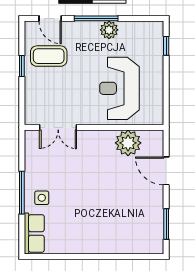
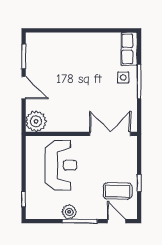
double door: (58, 127) -> (110, 134), width x1.37
plant: (128, 143) -> (36, 121), moved
door: (166, 171) -> (24, 88), moved

